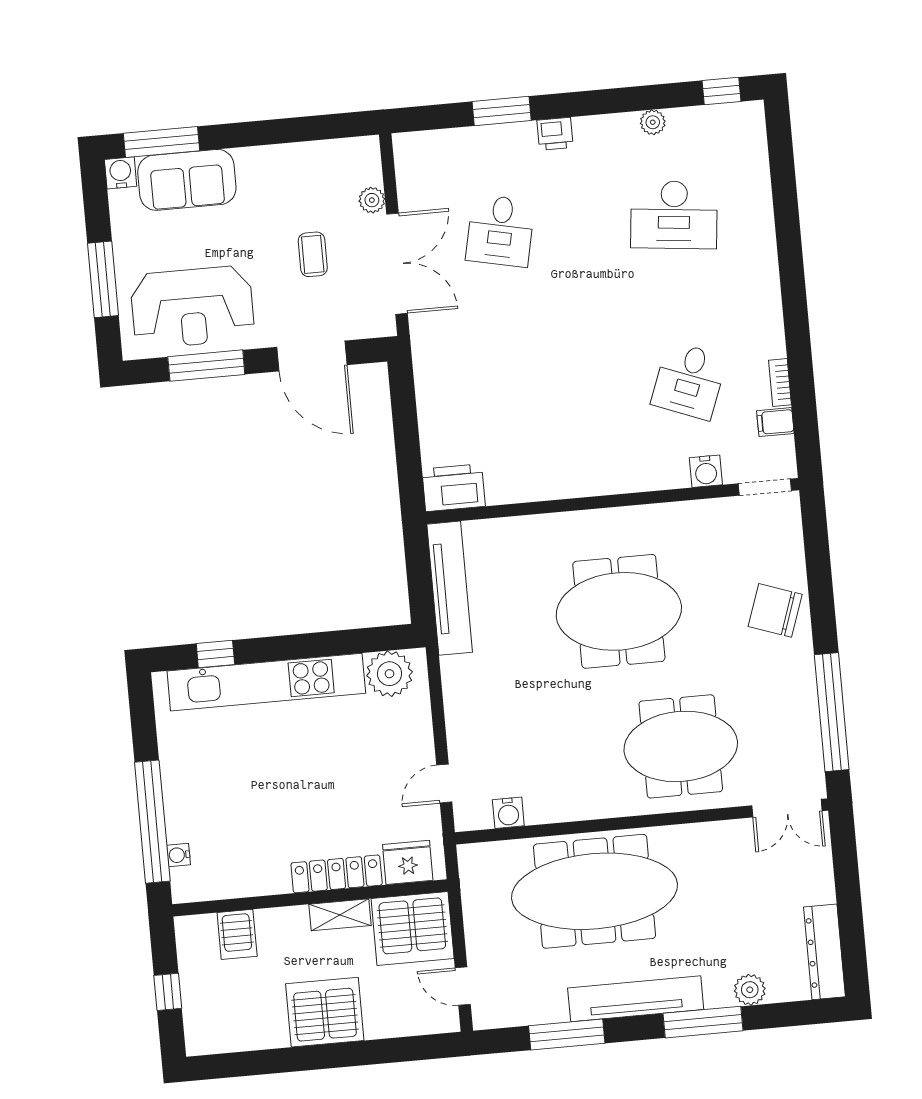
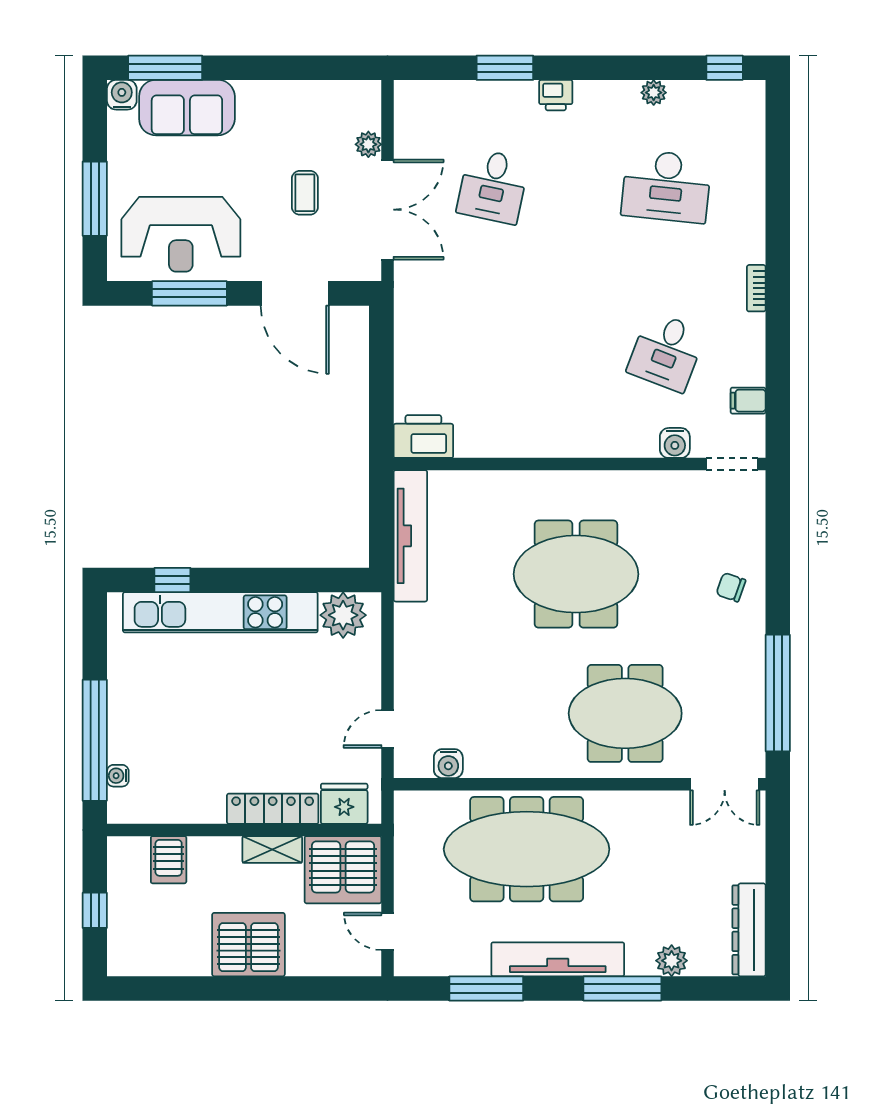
bookcase: (780, 382) -> (756, 288), moved
chair: (775, 610) -> (731, 587), width x0.54, depth x0.54

